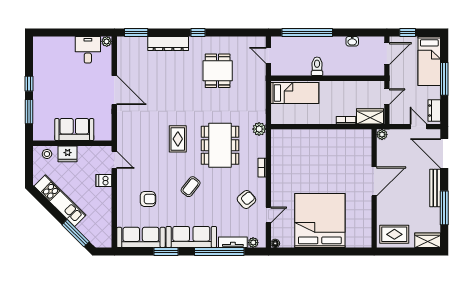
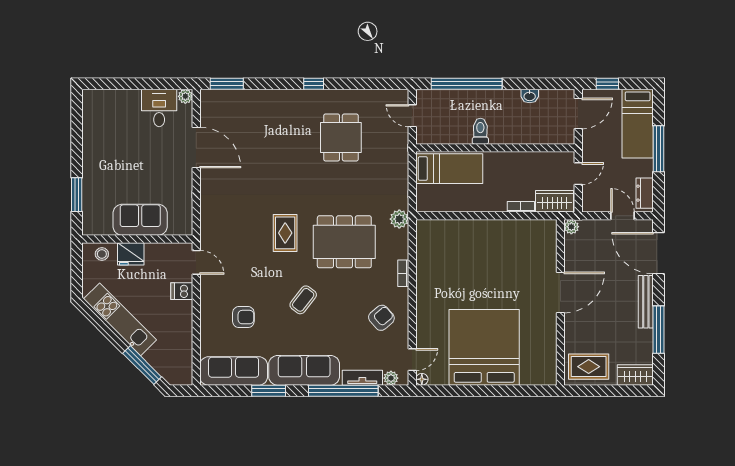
dresser: (168, 43) -> (272, 99), removed
window: (29, 84) -> (77, 155), removed
door: (114, 90) -> (196, 148), moved
dining table: (220, 145) -> (344, 242), turned 90
door: (268, 215) -> (412, 360), moved

